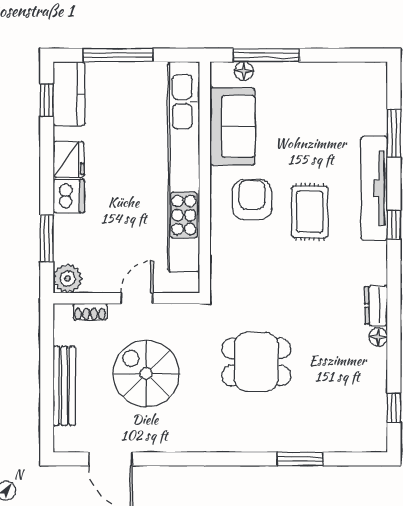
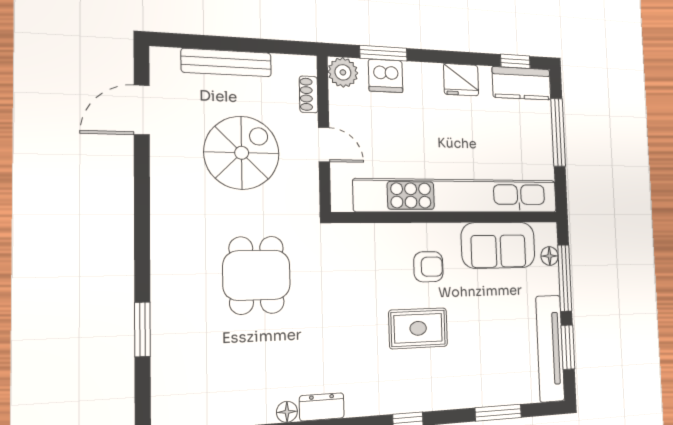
window: (335, 55) -> (568, 347), added
tv unit: (374, 188) -> (550, 348), moved, turned -90
dishwasher: (69, 196) -> (386, 76), moved
armchair: (252, 200) -> (428, 267), width x0.72, depth x0.72

